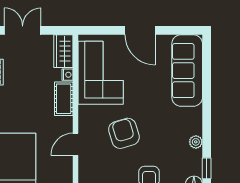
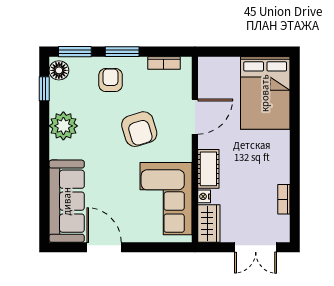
door: (140, 30) -> (104, 247), moved
plant: (196, 142) -> (63, 126), width x1.88, depth x1.88
door: (75, 144) -> (195, 117), width x1.38

